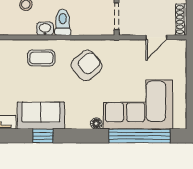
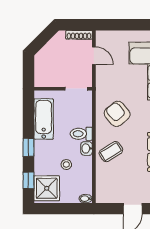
coffee table: (41, 58) -> (111, 152), turned 58

